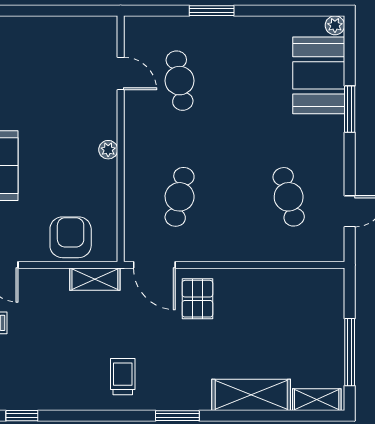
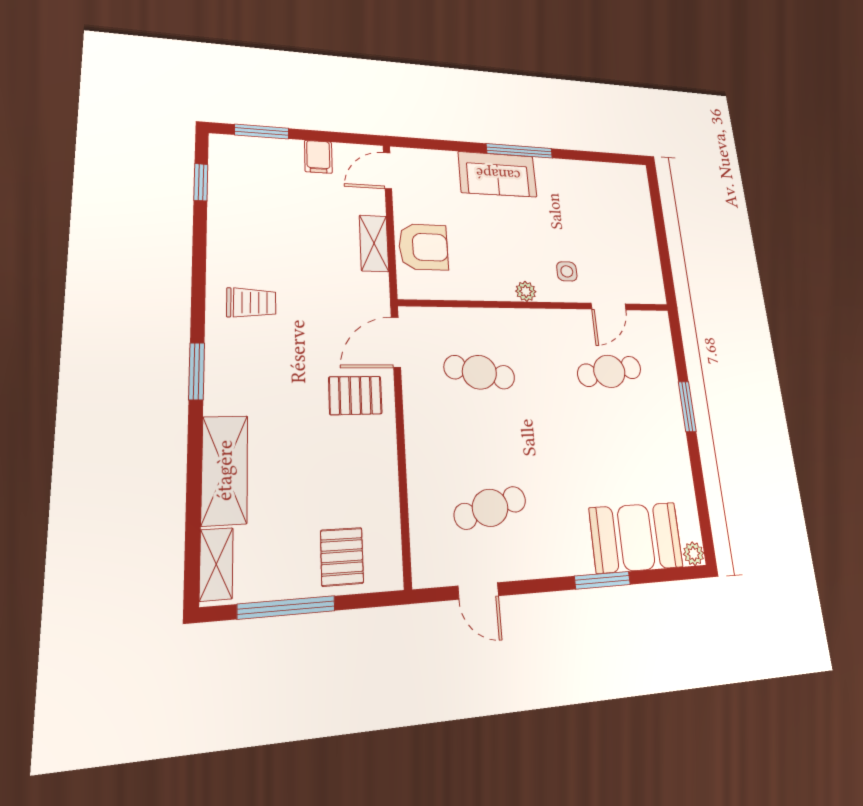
side table: (89, 109) -> (567, 271), added
shelving: (95, 279) -> (374, 243), moved
pallet: (318, 312) -> (342, 557), added

